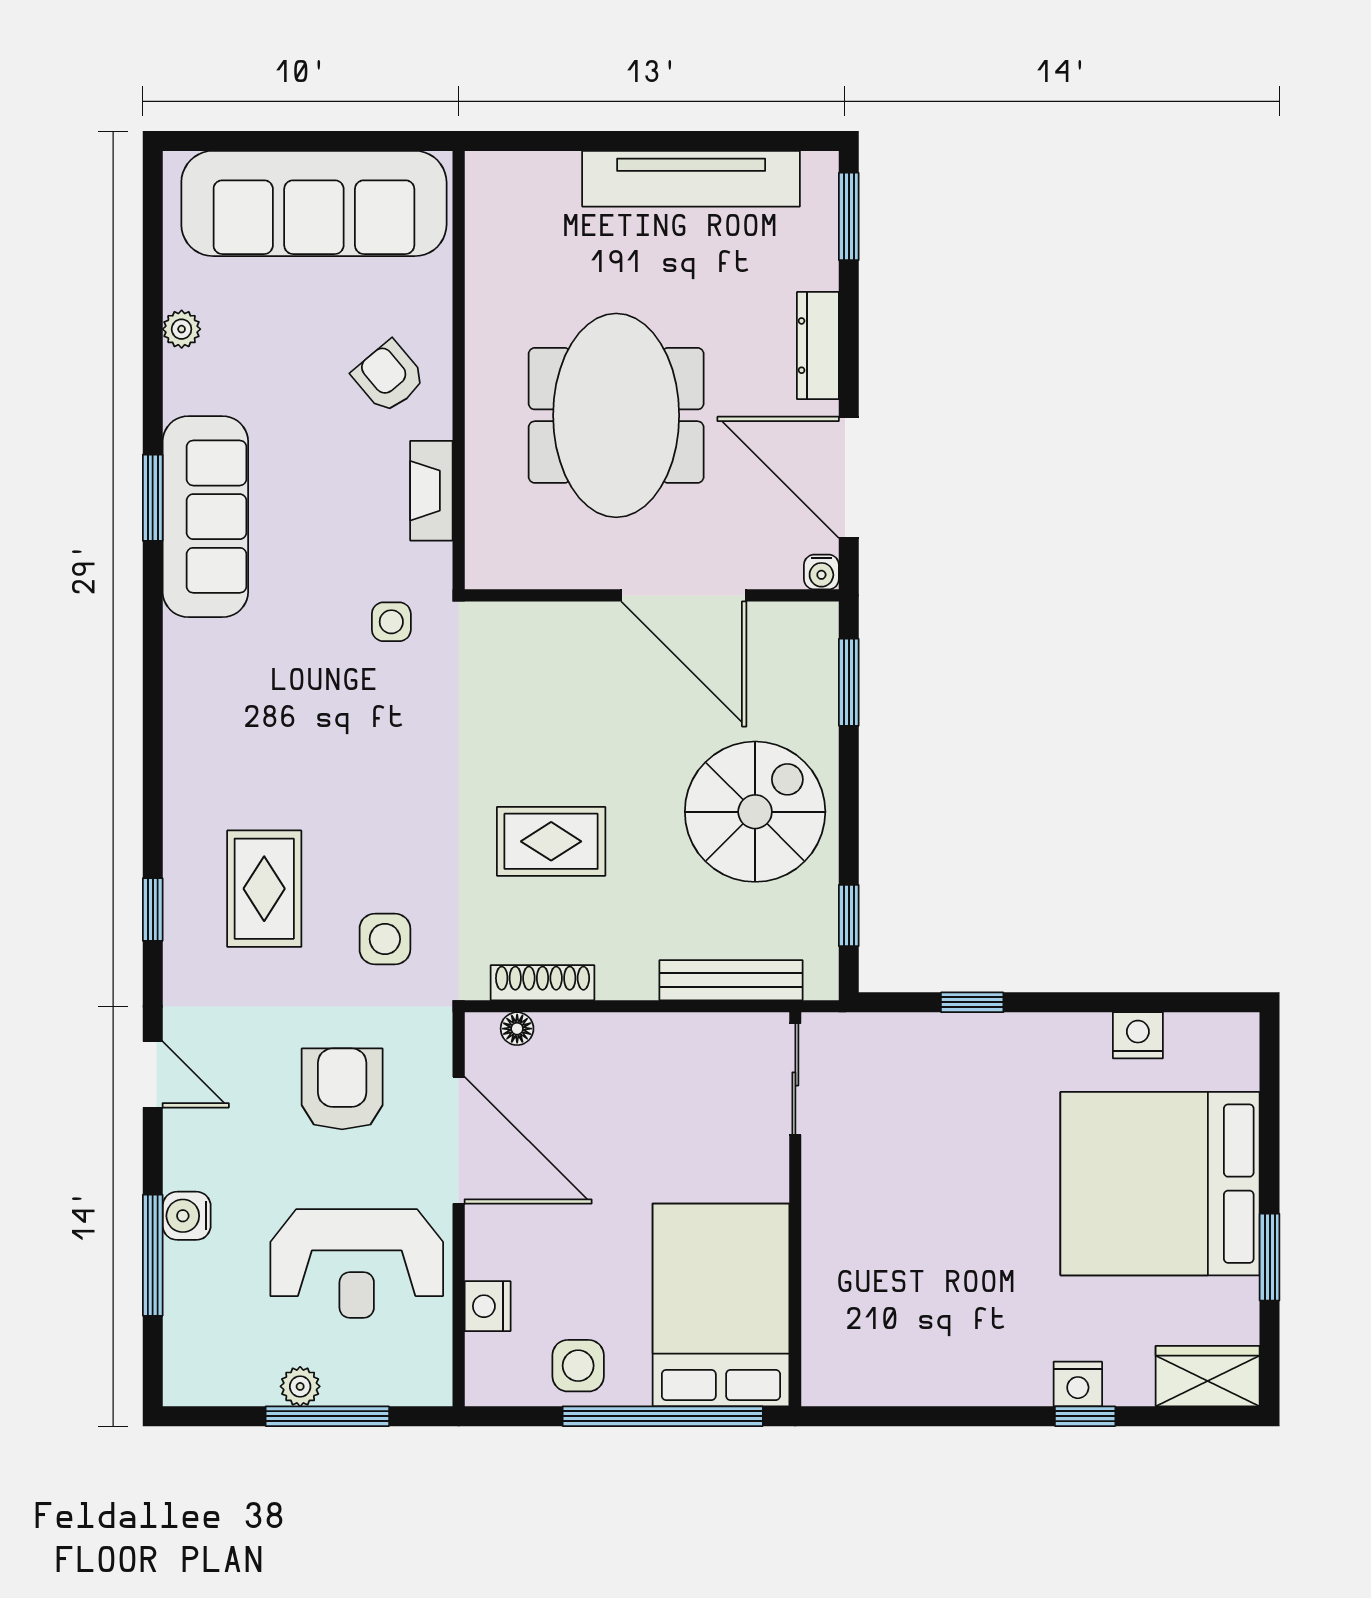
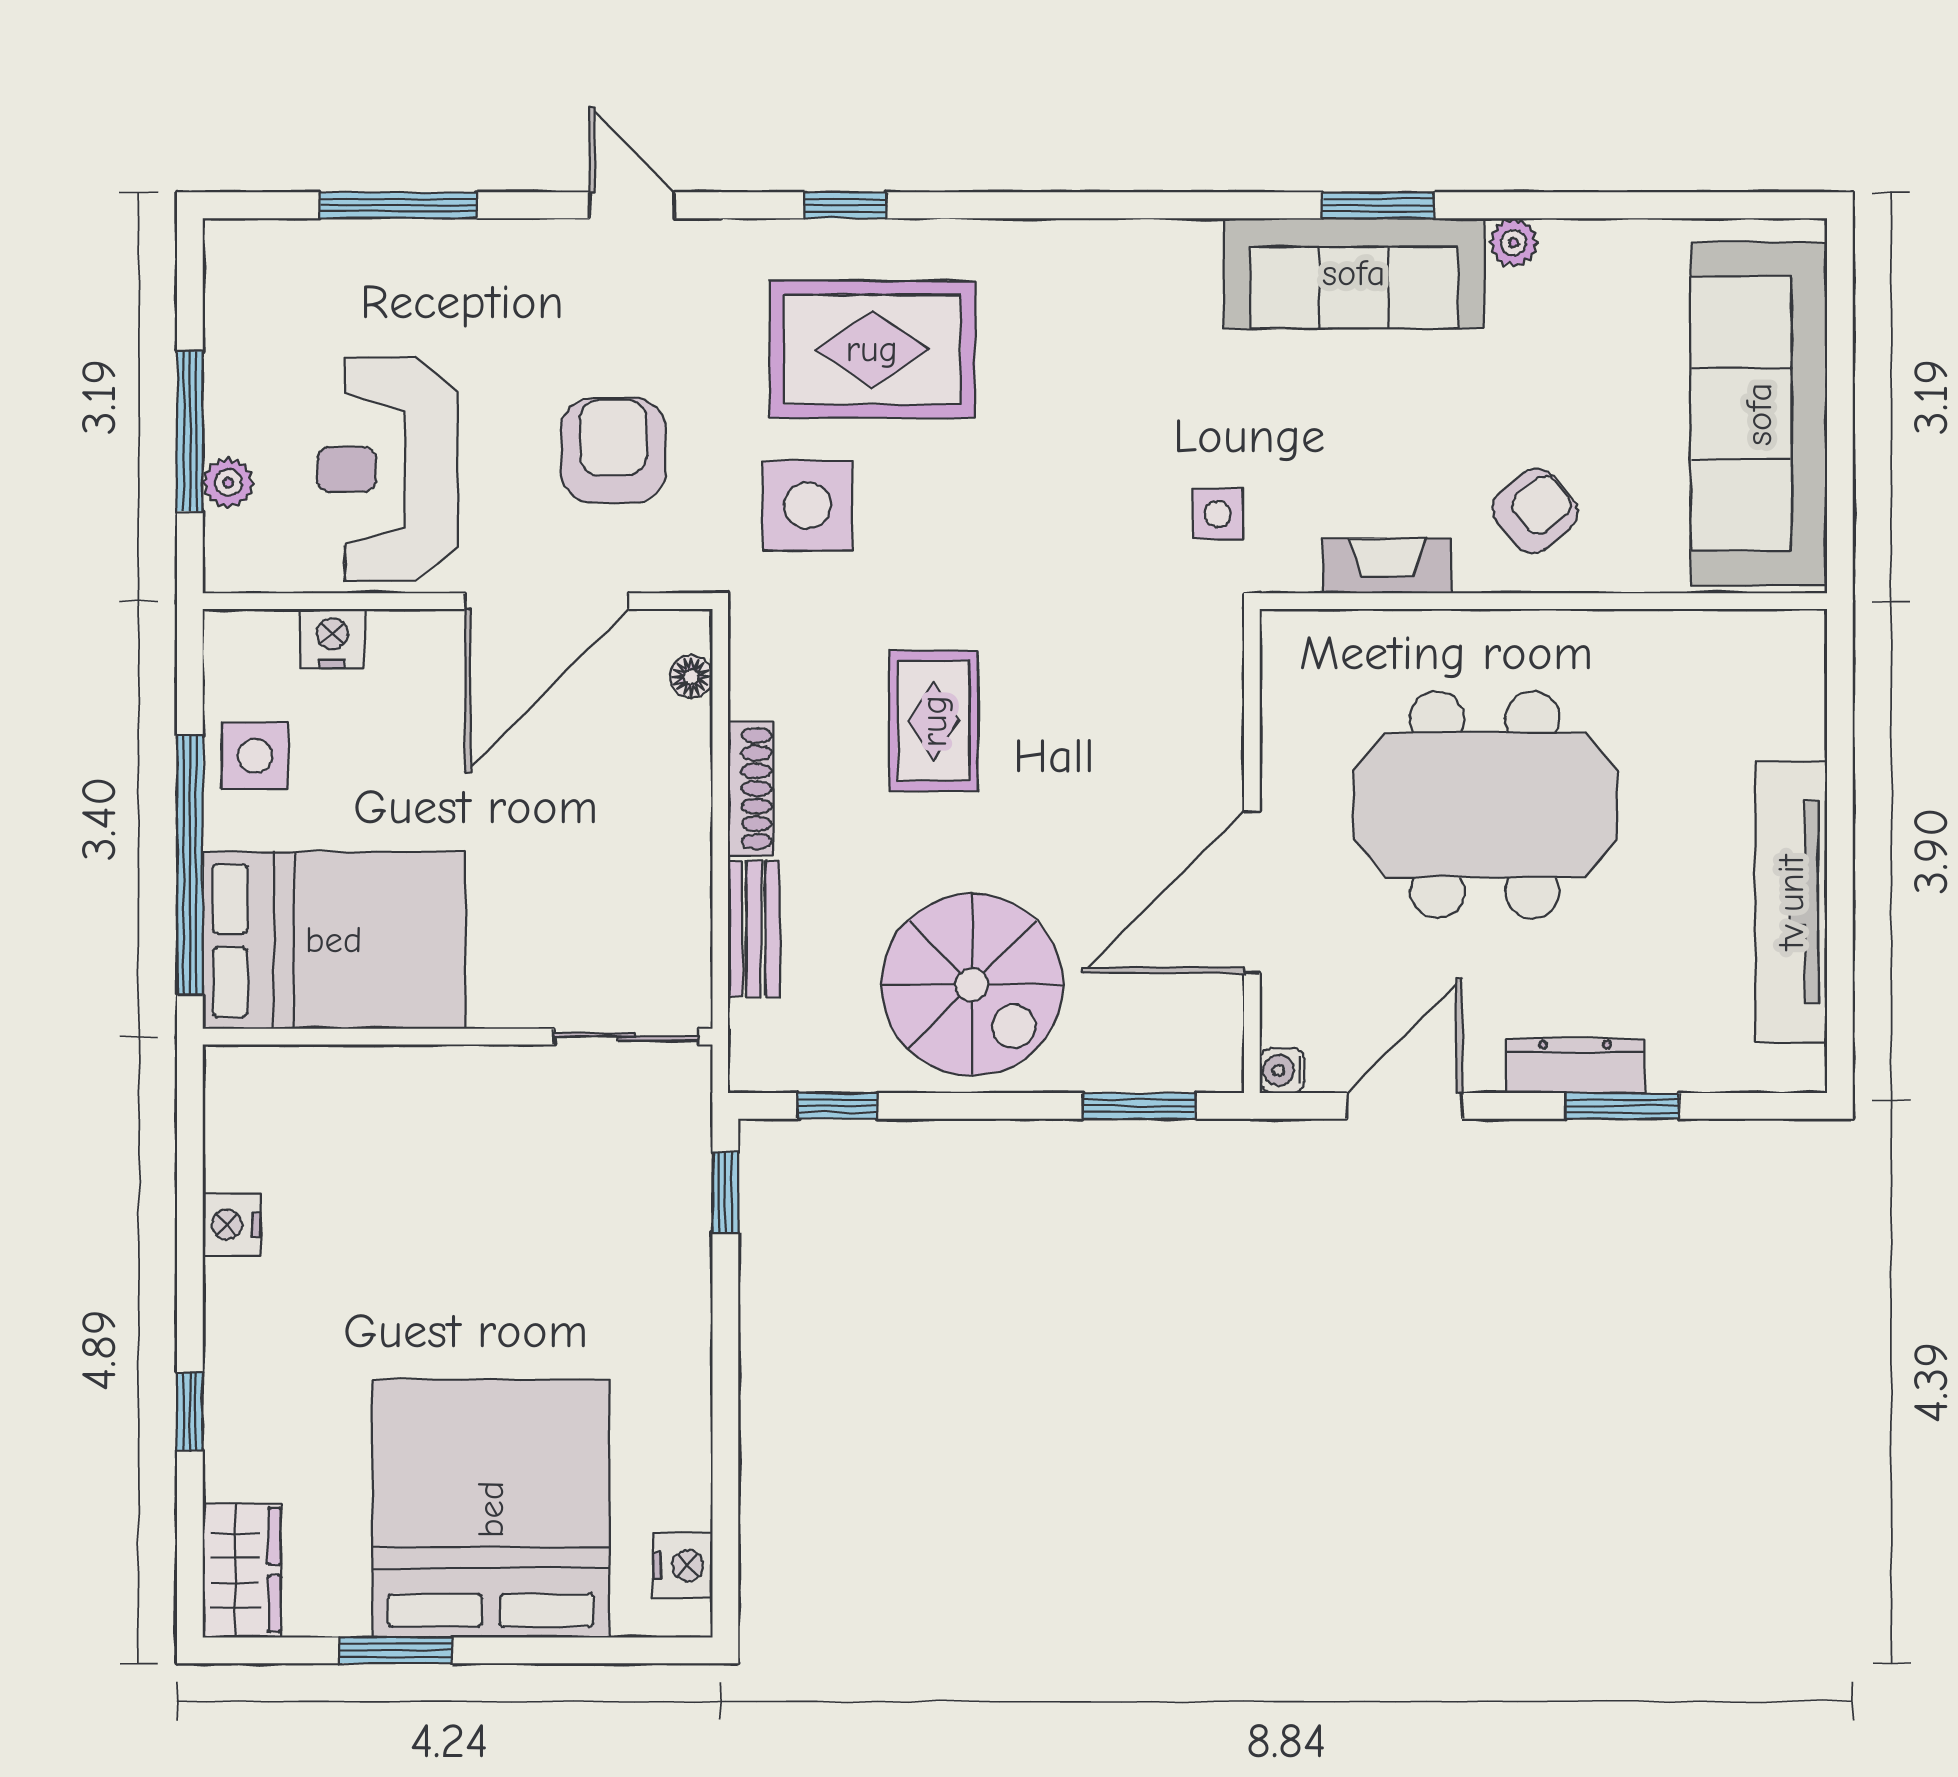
window: (849, 216) -> (1623, 1106), moved
plant: (182, 329) -> (1514, 243), moved
door: (849, 477) -> (1405, 1106), width x0.73
rug: (264, 889) -> (872, 349), width x1.36, depth x1.43
side table: (385, 939) -> (807, 506), width x1.37, depth x1.37
bench: (731, 980) -> (754, 929), width x0.73
shoe rack: (543, 983) -> (751, 789), moved
window: (972, 1002) -> (725, 1192), moved
nightstand: (1138, 1035) -> (683, 1566), moved
door: (153, 1074) -> (632, 205), swing flipped
armchair: (342, 1089) -> (613, 450), turned -90
water cooler: (187, 1216) -> (449, 249), removed
nightstand: (1078, 1384) -> (231, 1225), moved
plant: (300, 1386) -> (228, 483), moved

